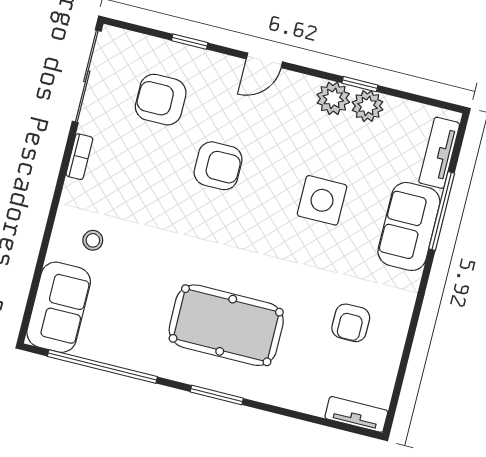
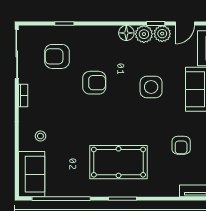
door: (264, 60) -> (185, 24), moved
floor lamp: (301, 88) -> (126, 33), added

